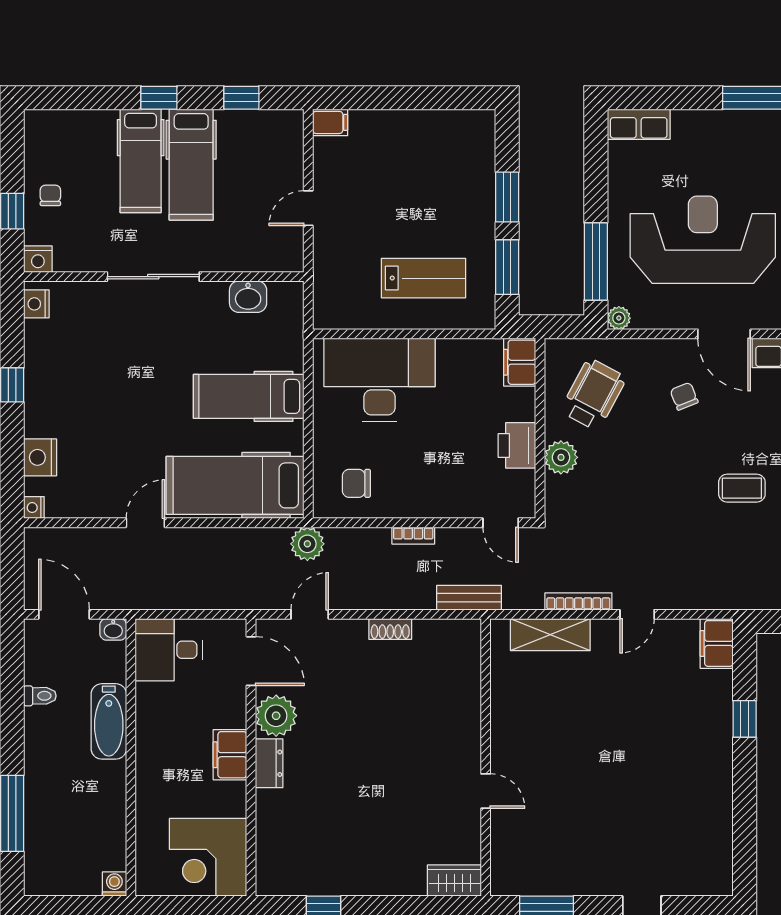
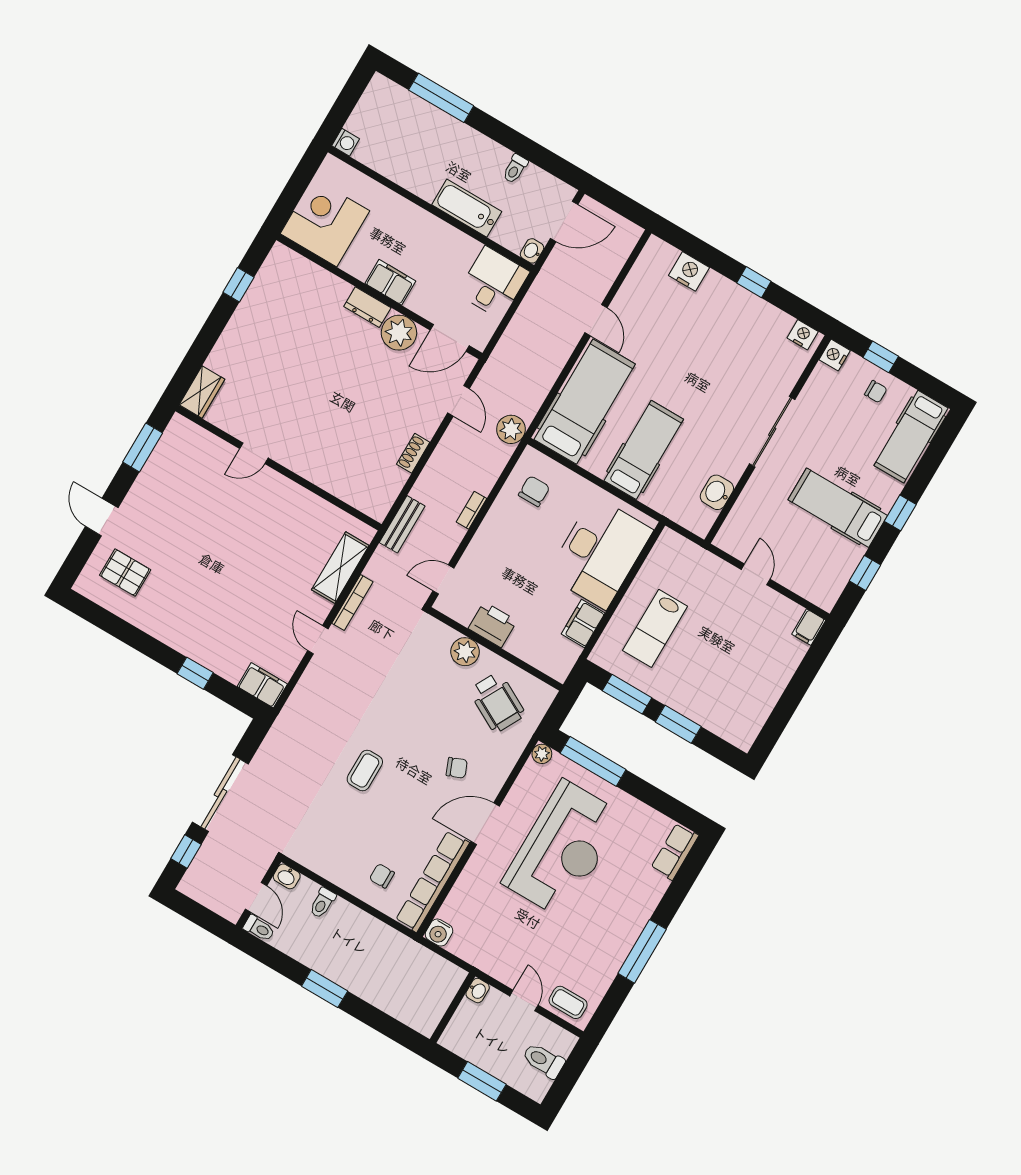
hospital bed: (141, 161) -> (911, 437), moved, turned -90
filing cabinet: (520, 362) -> (583, 623), moved, turned -90
nightstand: (34, 508) -> (655, 245), removed
pallet: (684, 850) -> (125, 573), added

